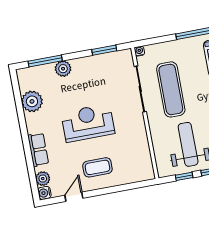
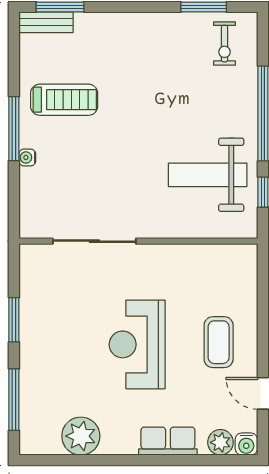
window: (104, 50) -> (14, 320), moved
water cooler: (139, 51) -> (27, 157), moved
plant: (63, 69) -> (33, 371), removed
exercise mat: (171, 89) -> (105, 187), removed

